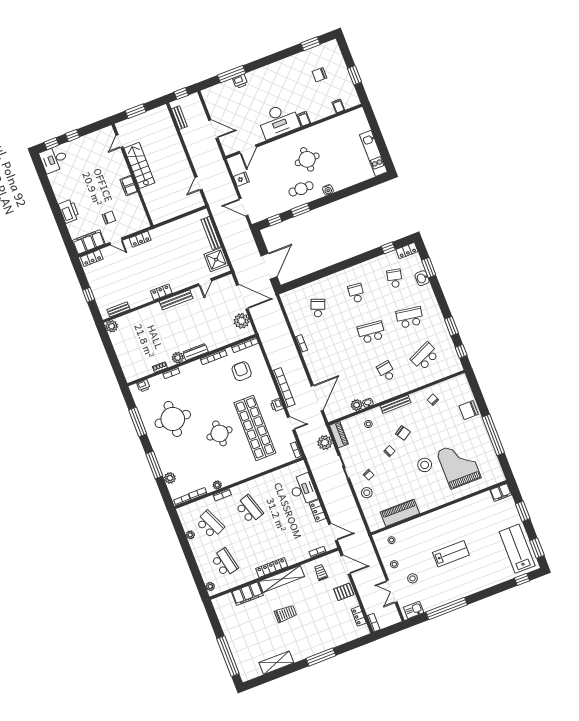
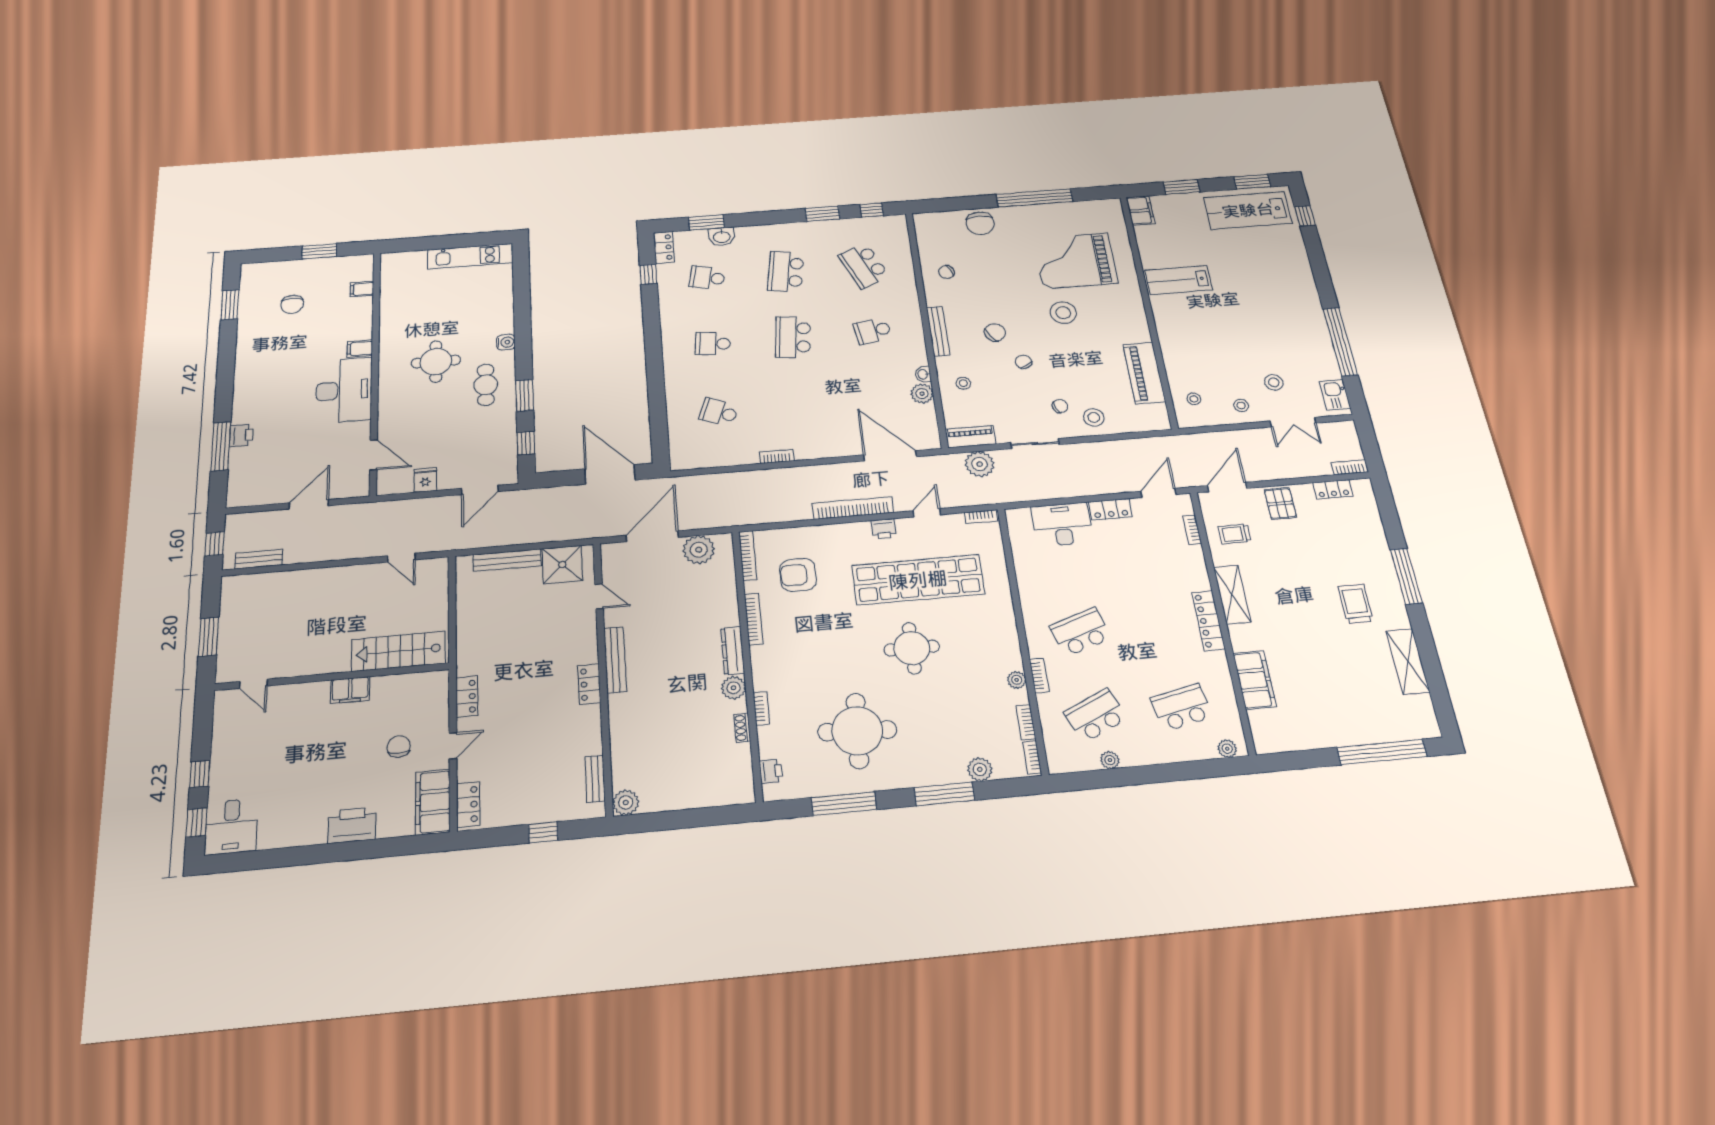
stairs: (139, 165) -> (399, 651), moved
lab bench: (451, 554) -> (1179, 280), moved, turned -90
shelving: (282, 579) -> (1232, 594), width x0.68
trolley: (286, 614) -> (1355, 604), moved

